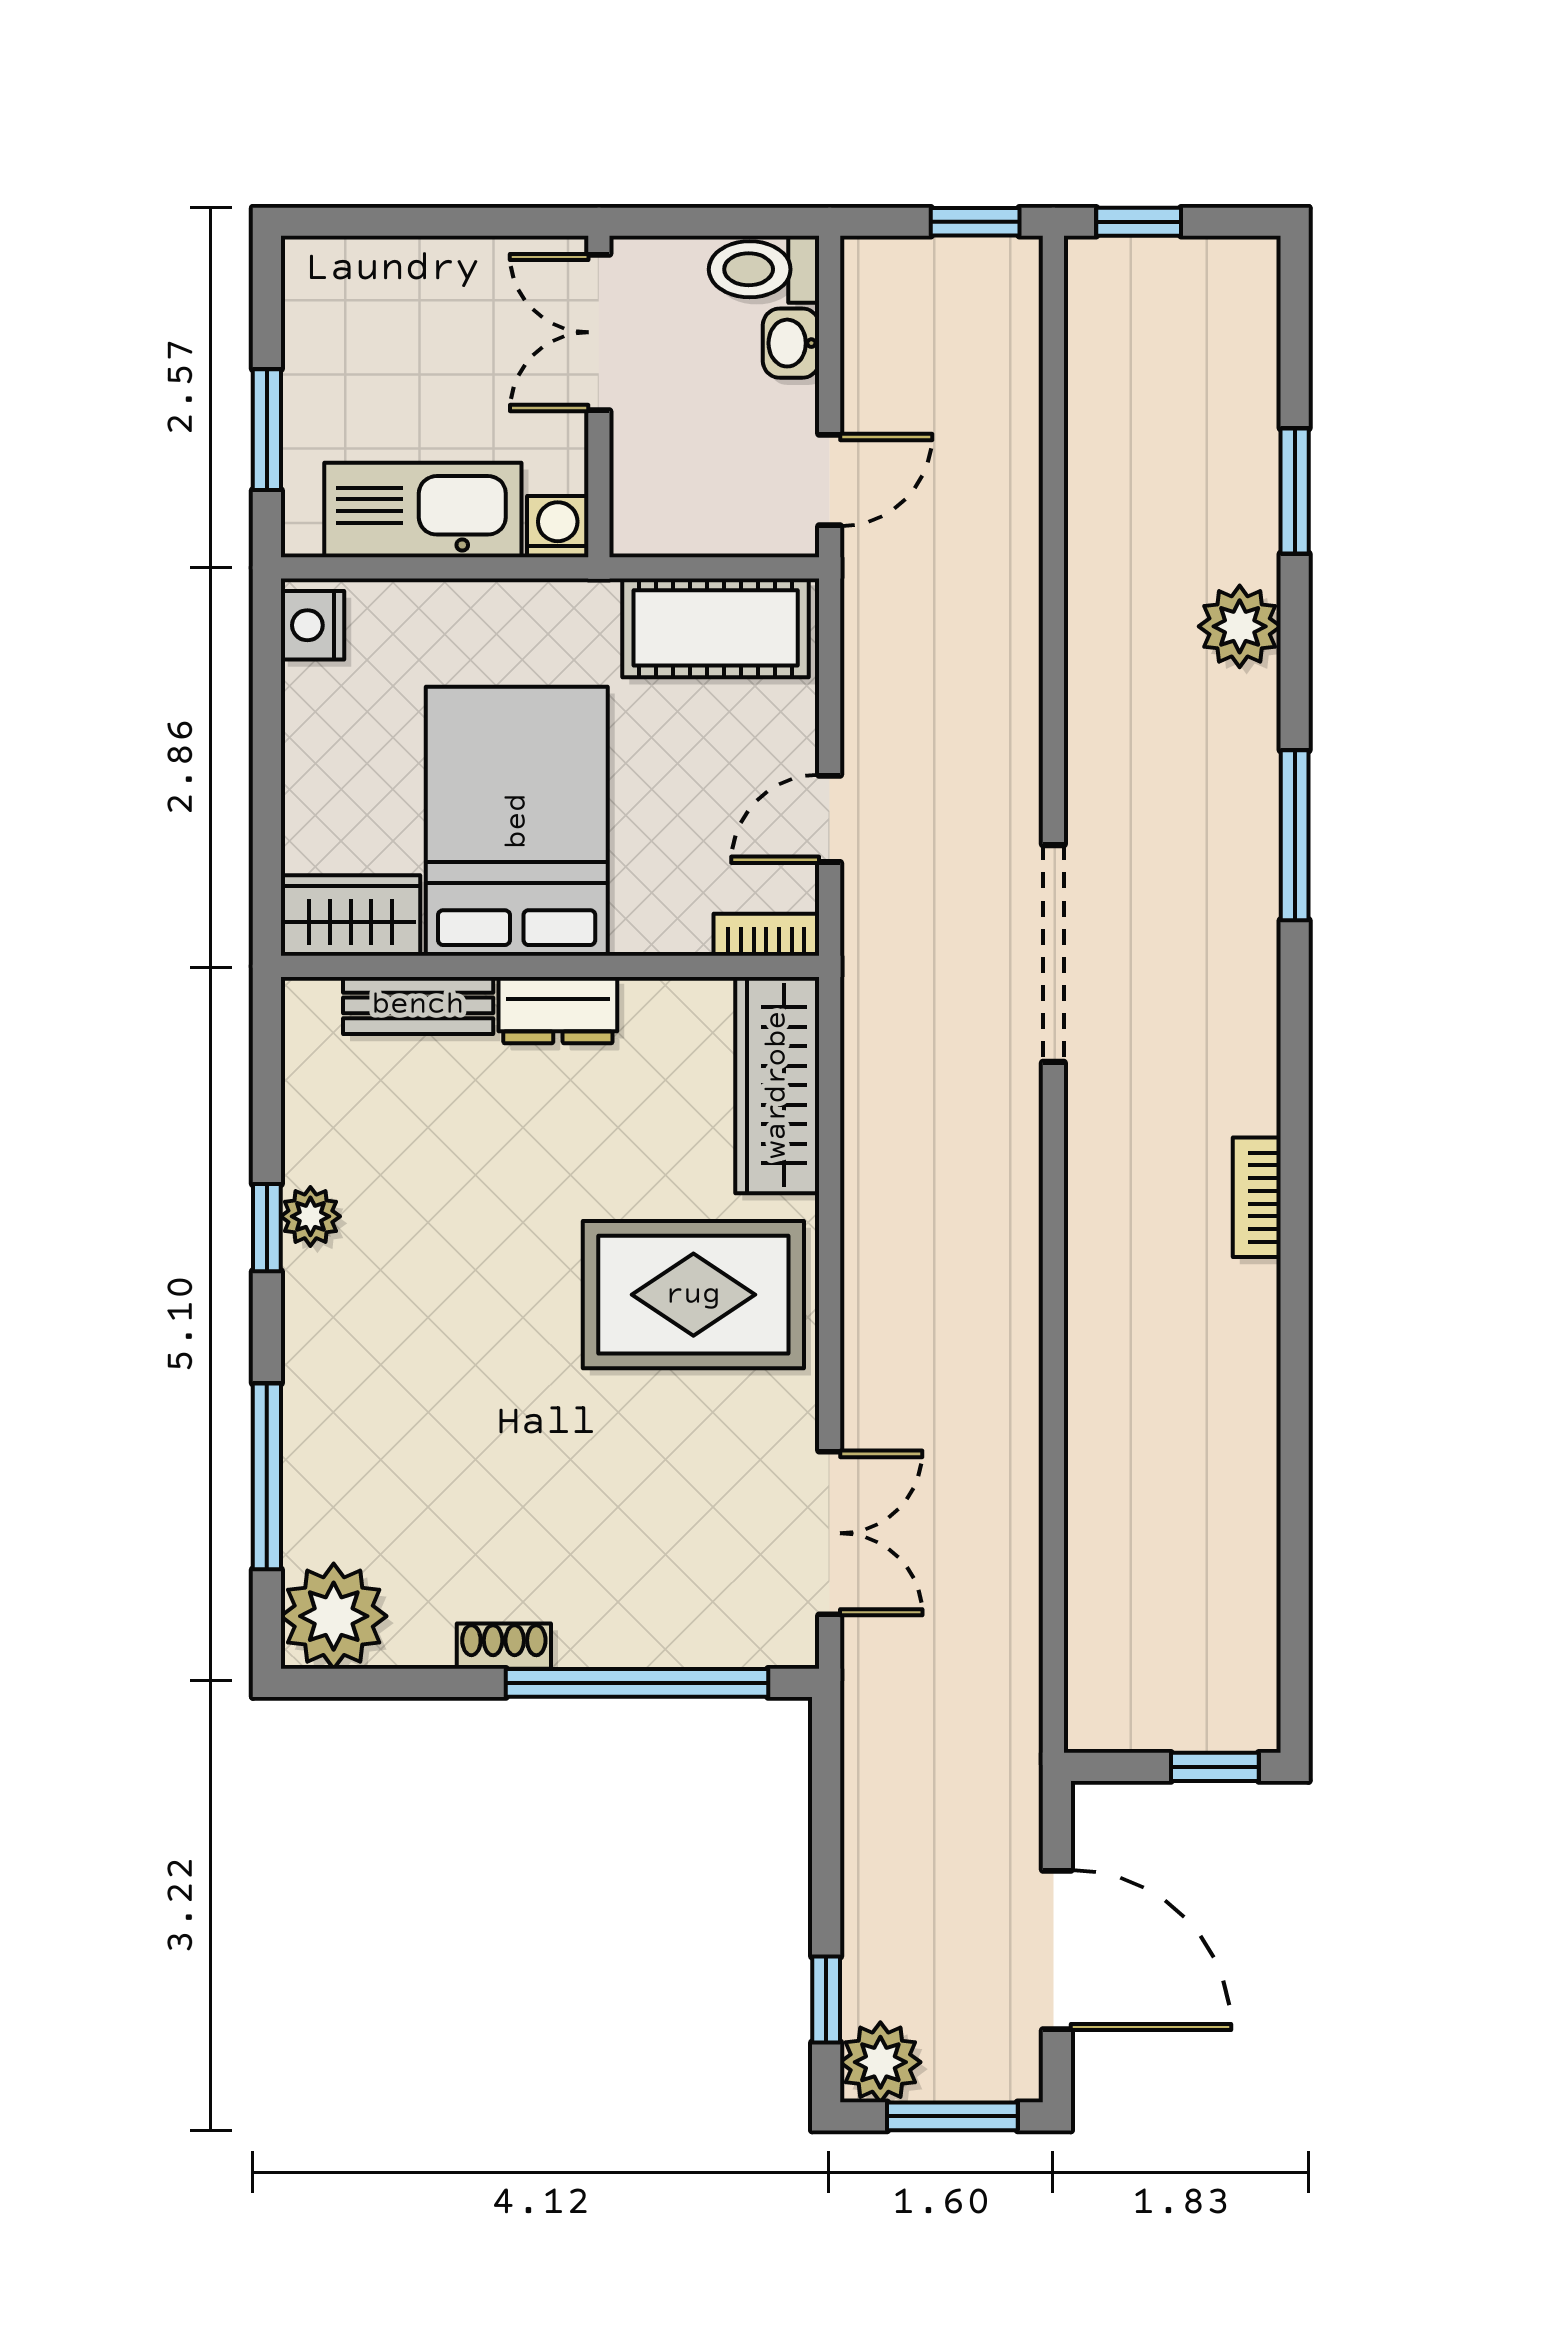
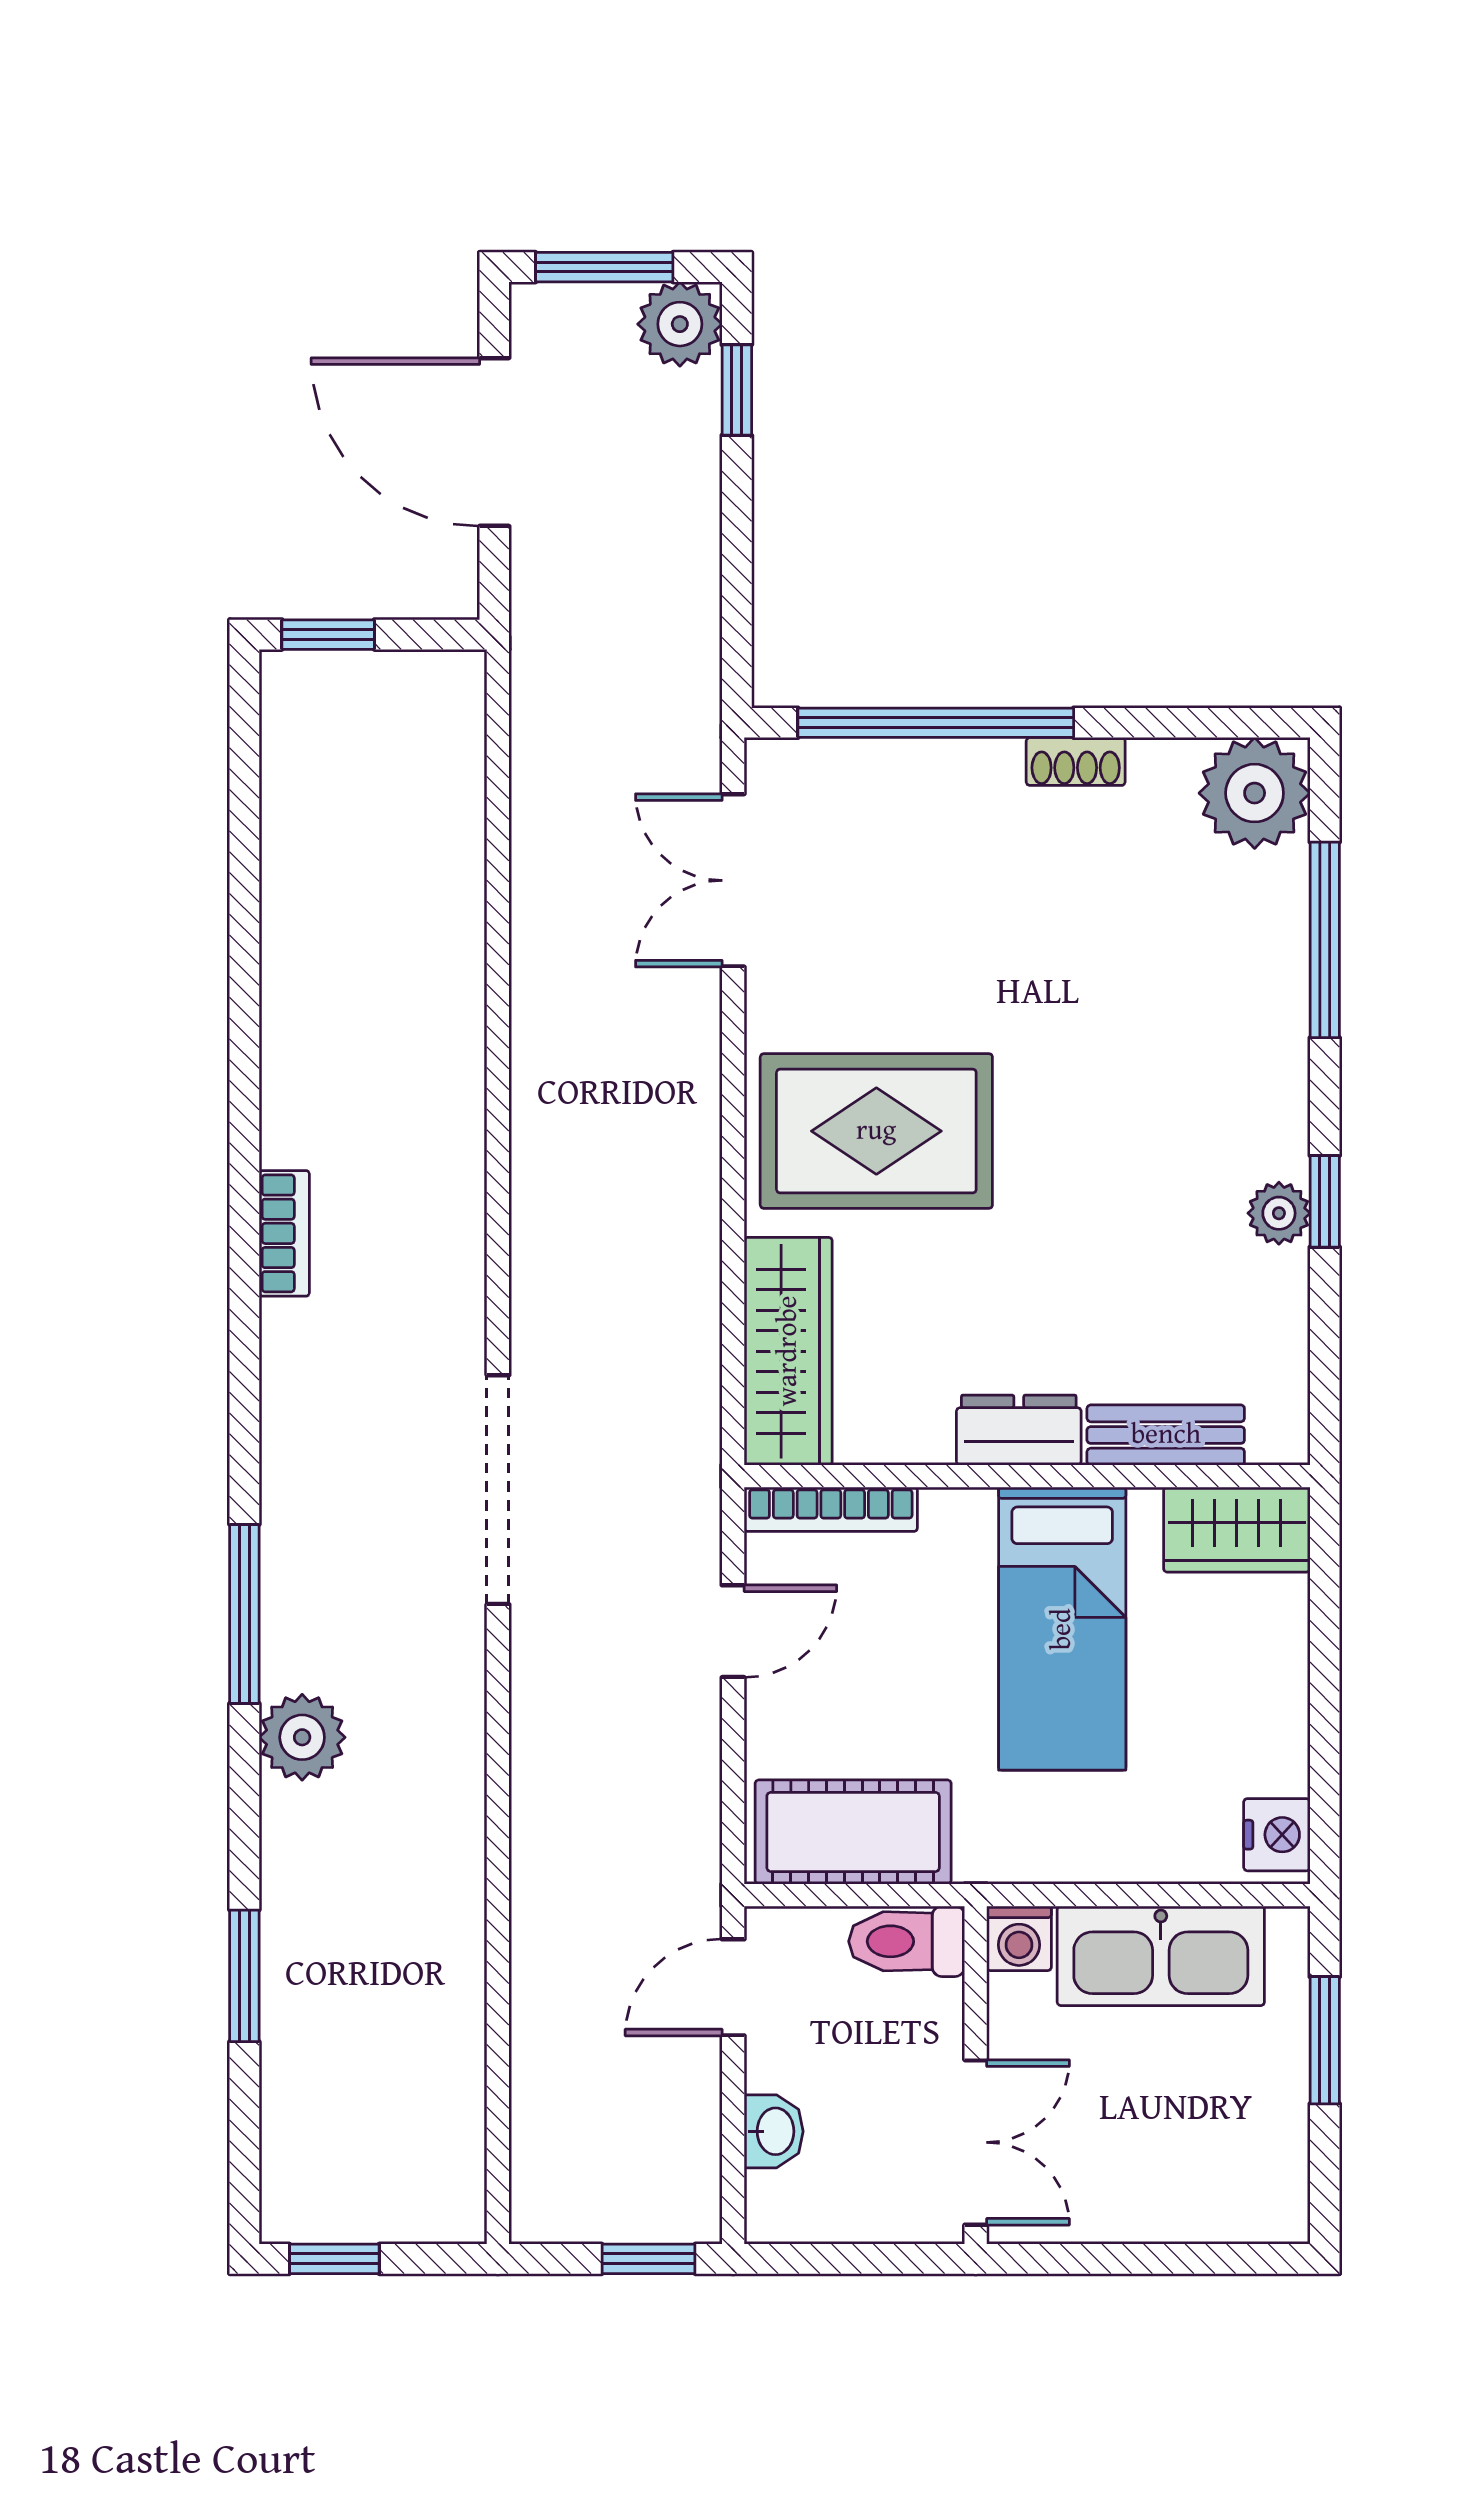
window: (975, 222) -> (648, 2259), moved
window: (1139, 222) -> (334, 2259), moved
toilet: (764, 269) -> (907, 1941), moved, turned 180
plant: (1240, 626) -> (302, 1737), moved
bed: (517, 821) -> (1062, 1629), width x0.67
bookcase: (766, 935) -> (831, 1509), width x1.56

